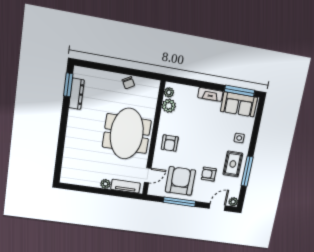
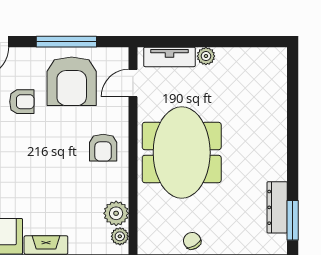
armchair: (170, 143) -> (103, 148), turned 180

